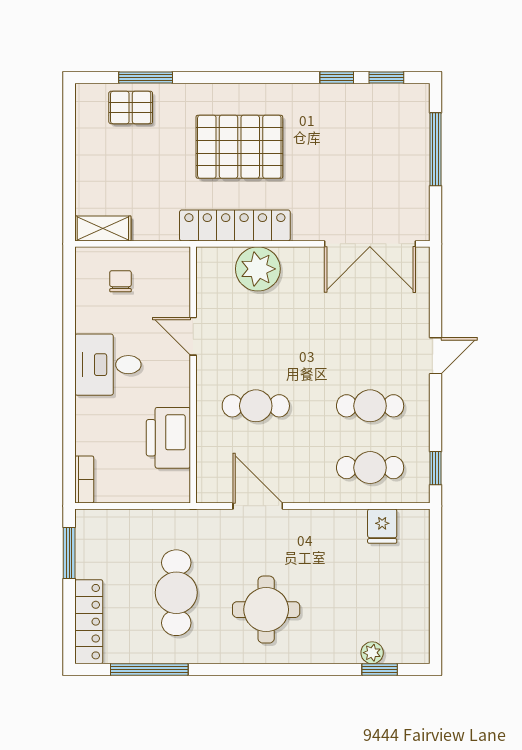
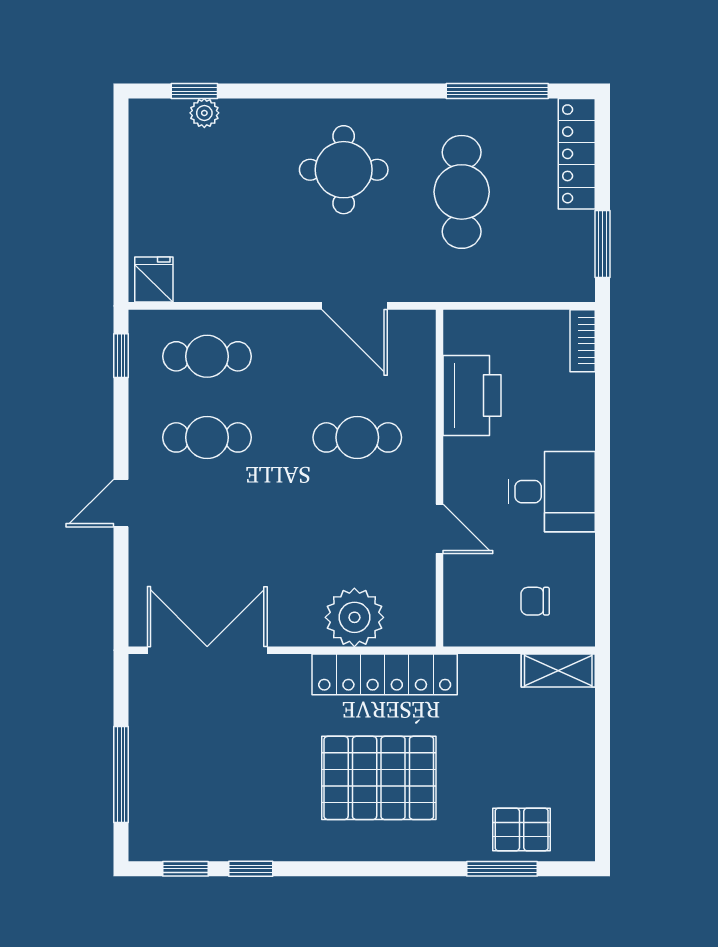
chair: (120, 281) -> (535, 601), turned 90
fridge: (382, 526) -> (154, 279), moved

